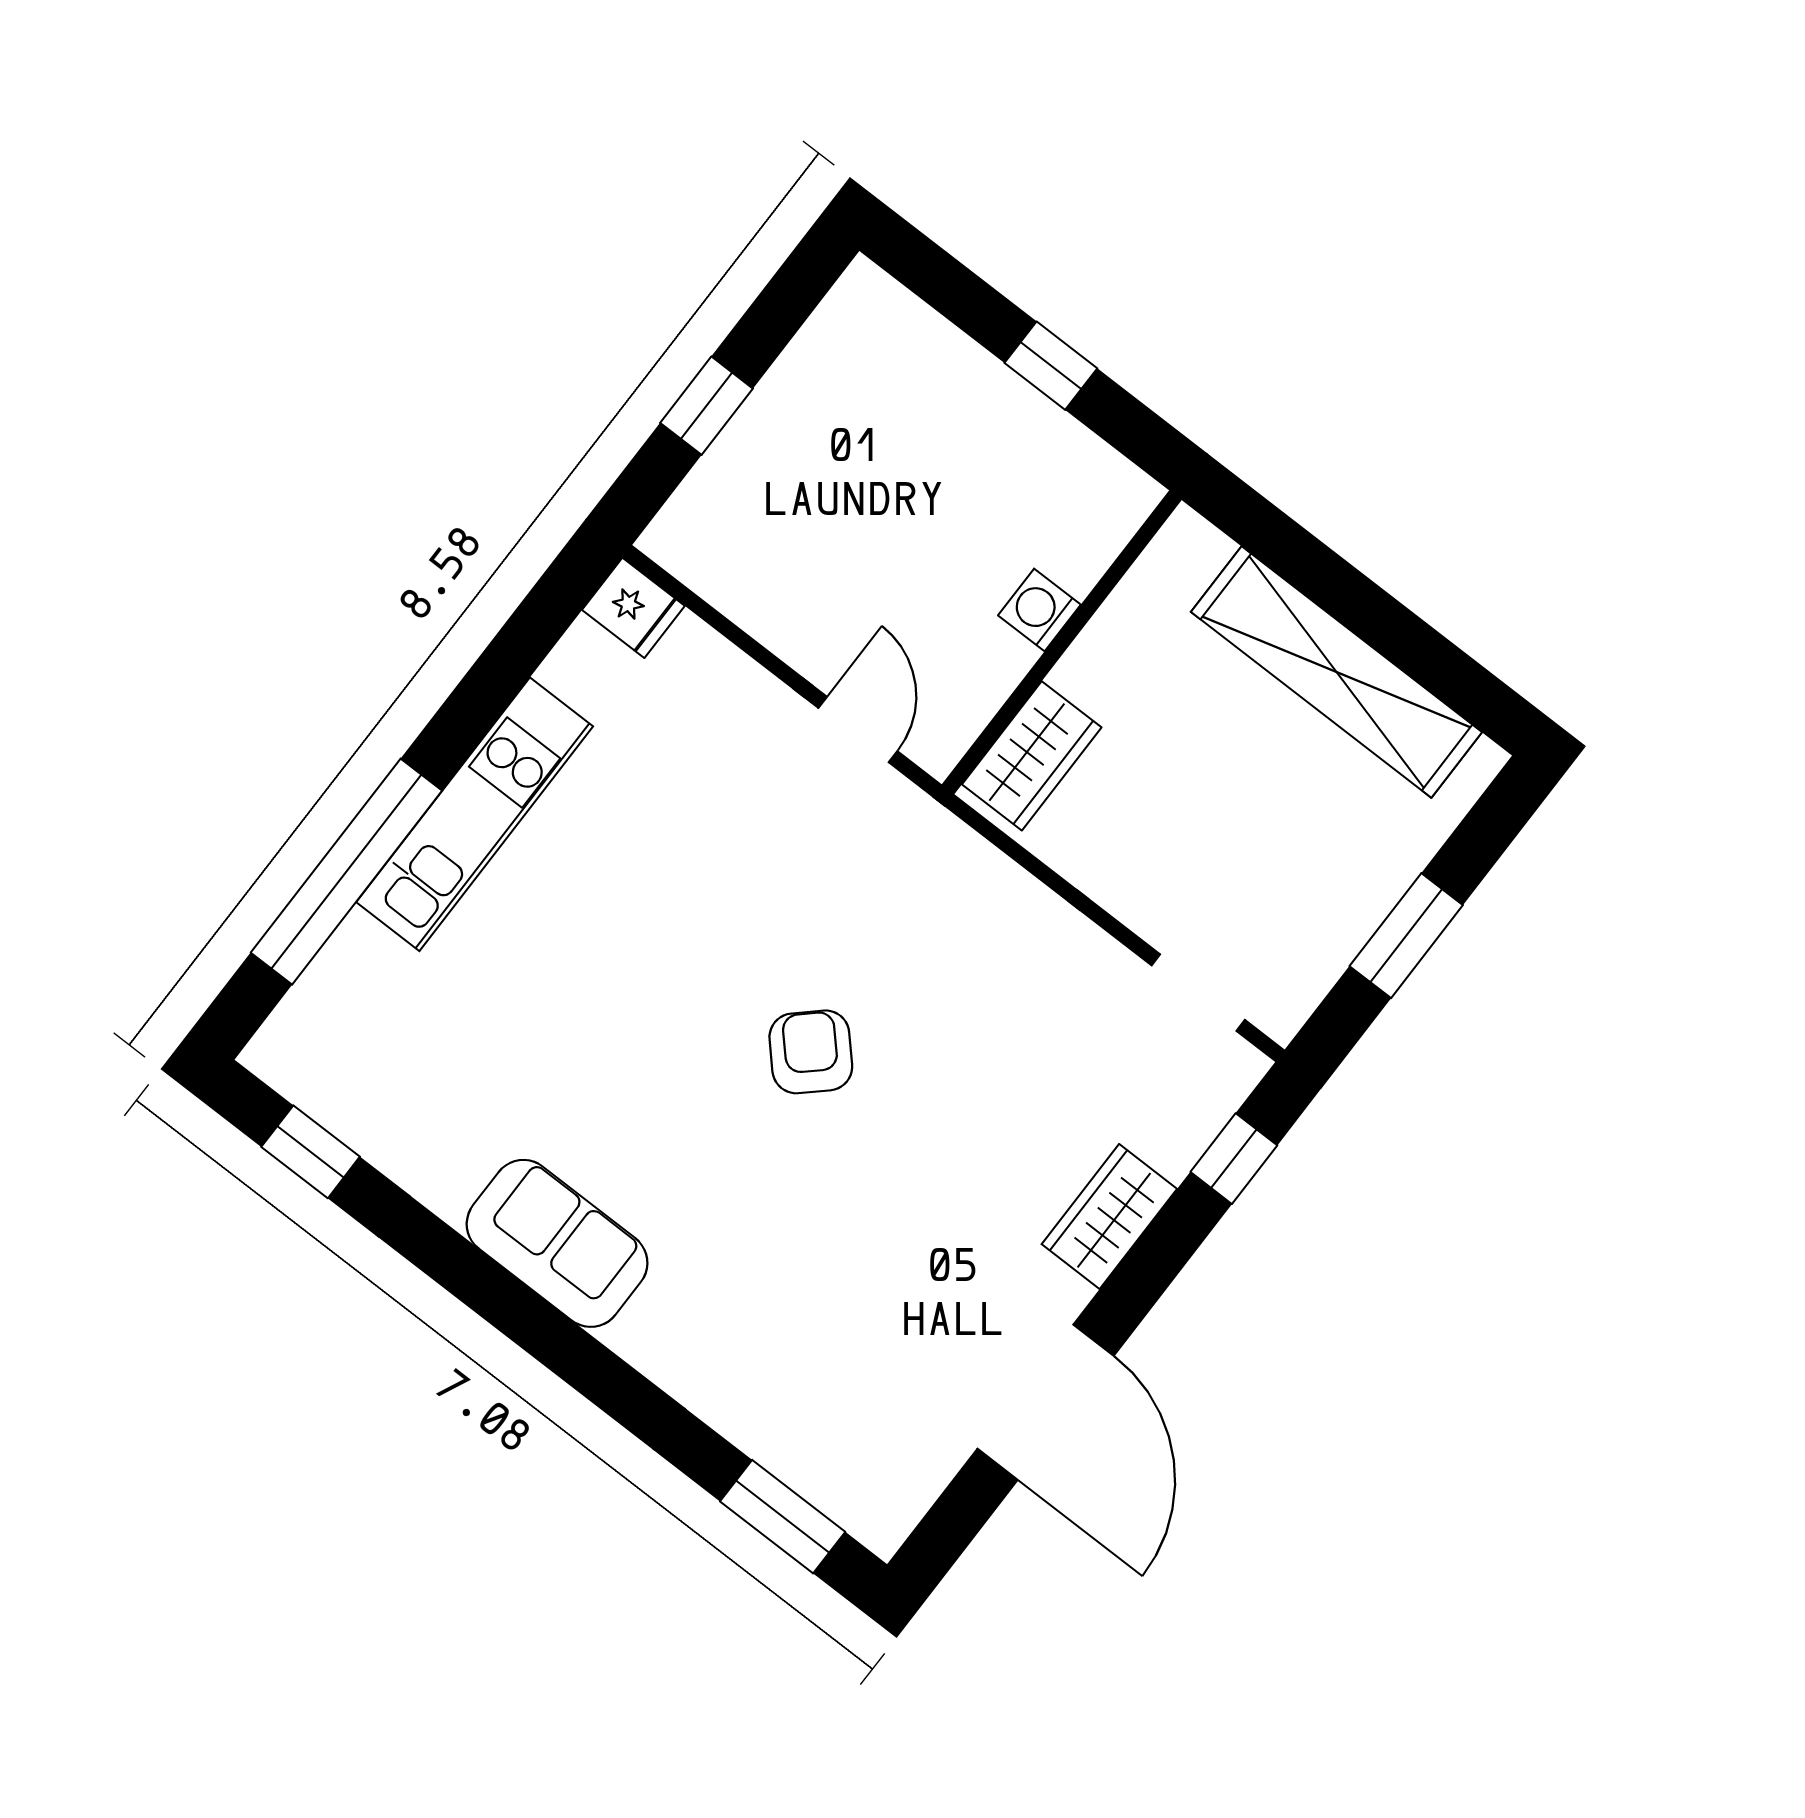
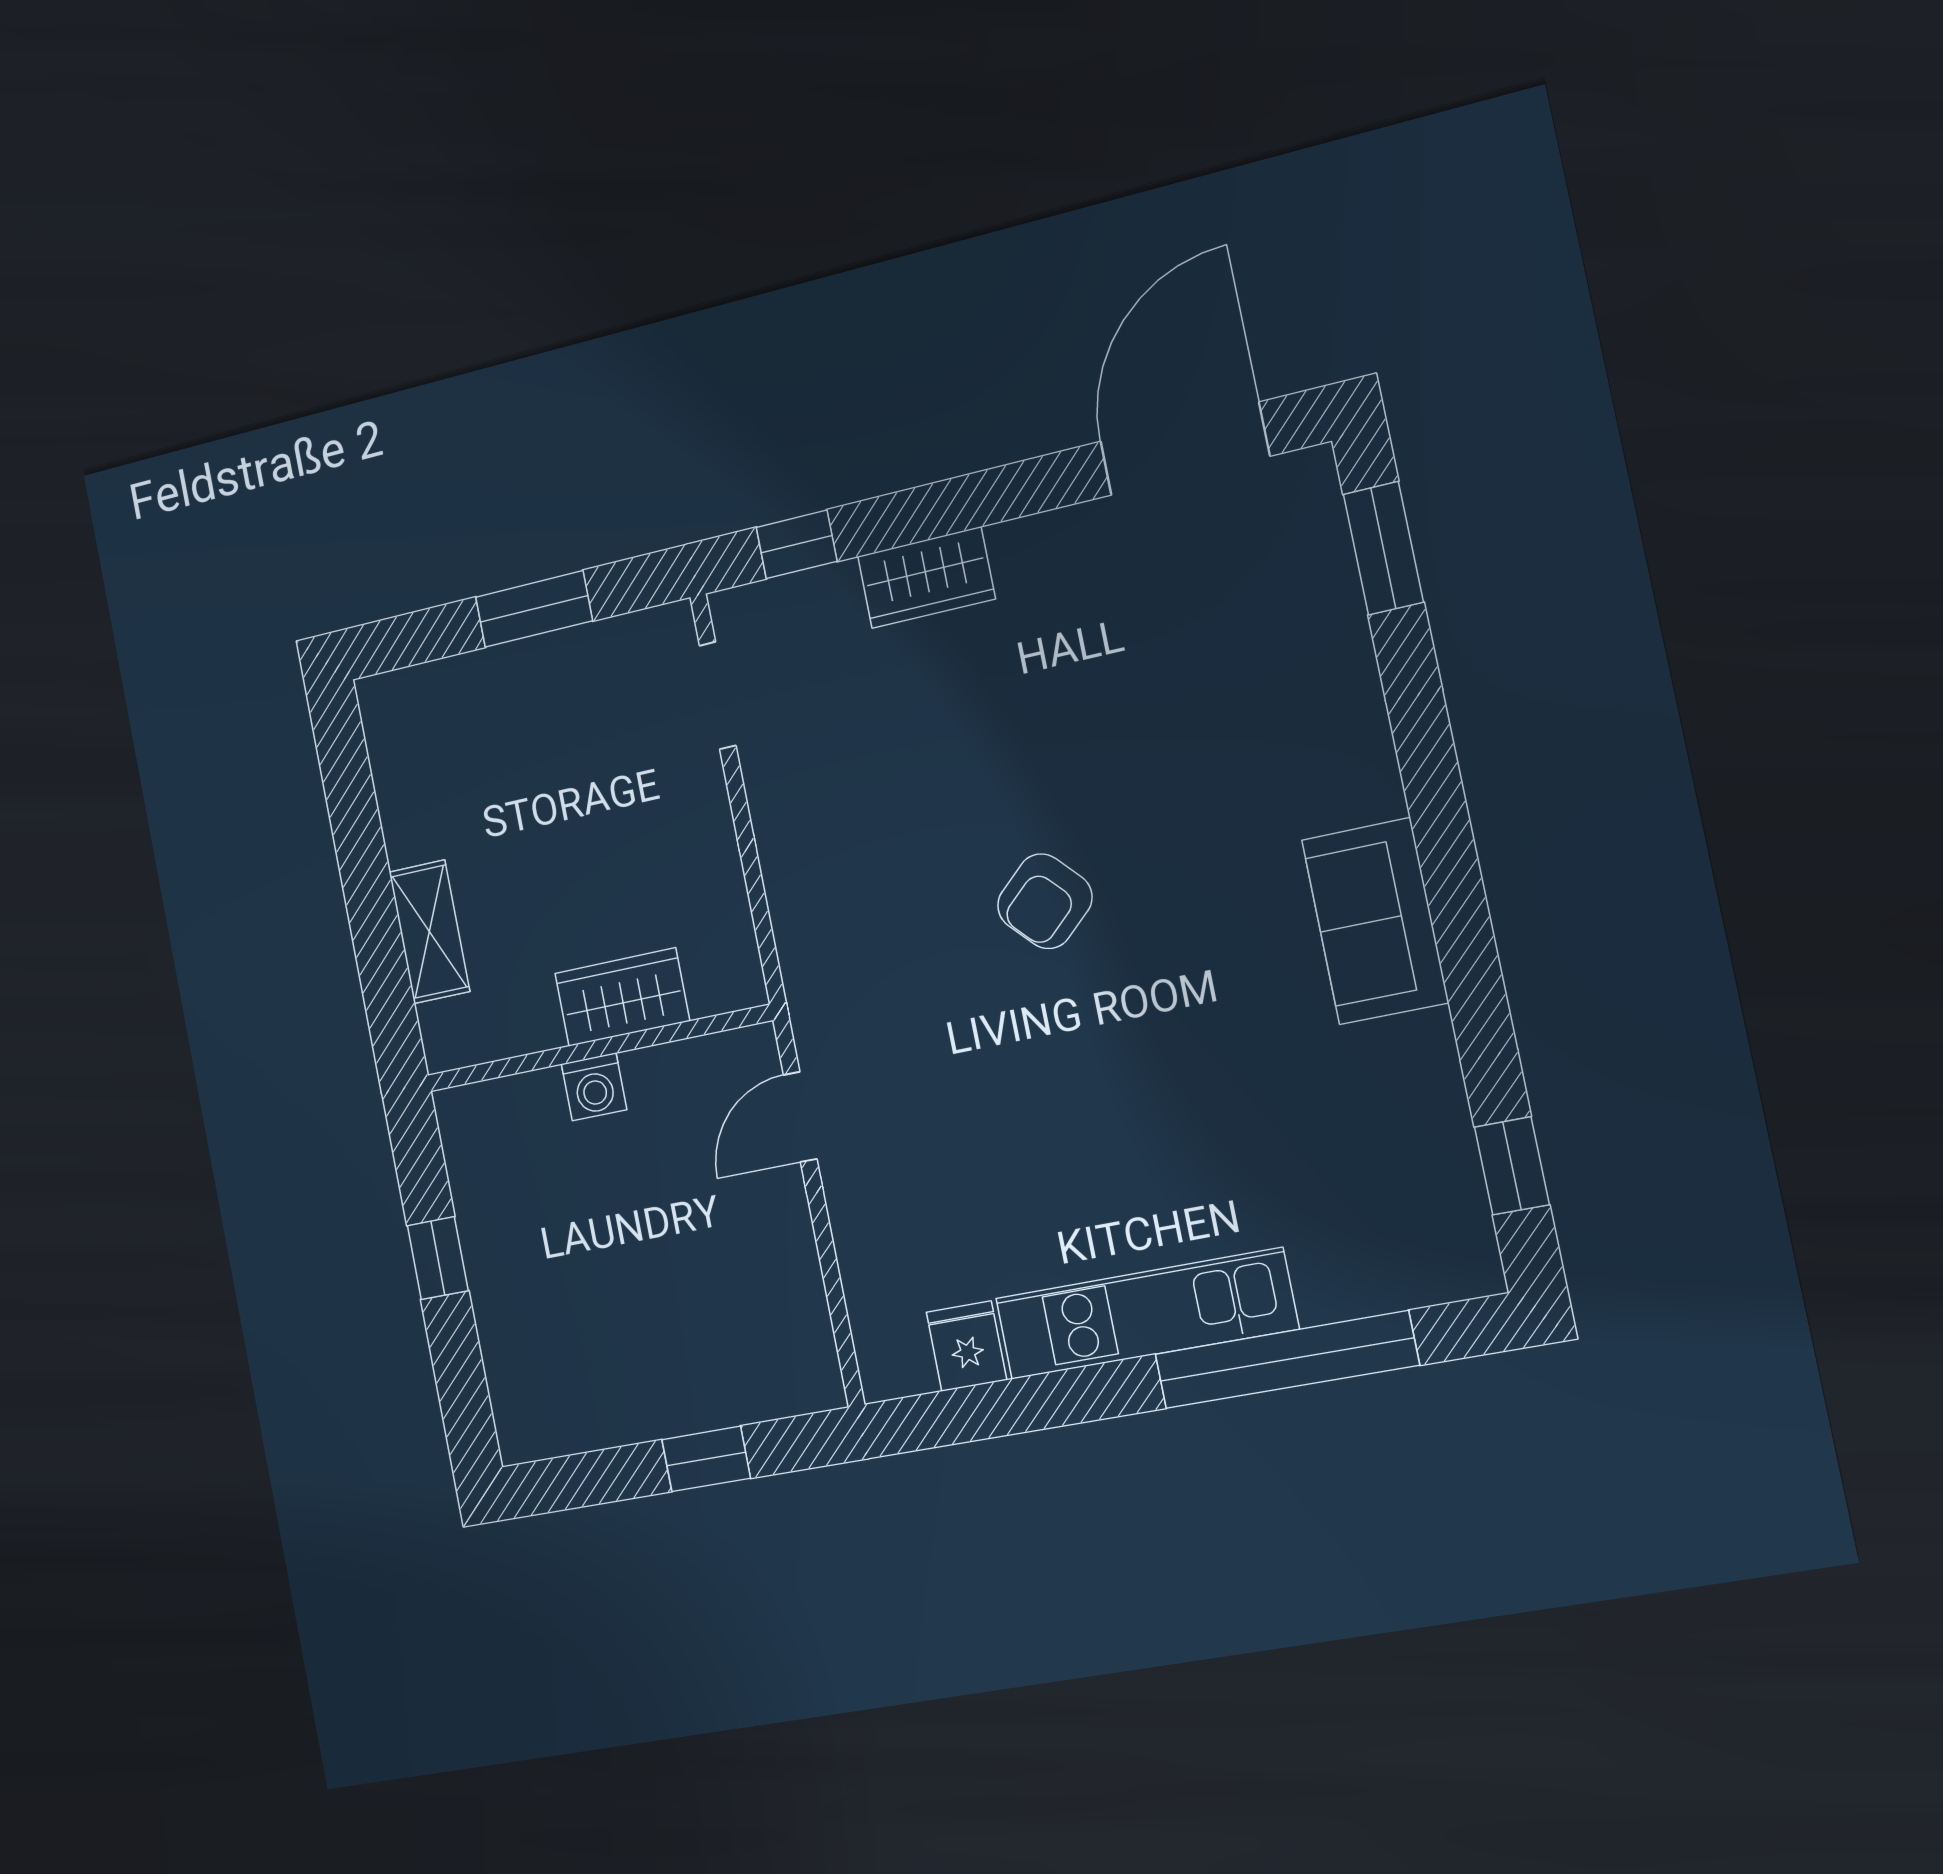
fridge: (633, 608) -> (966, 1346), moved
shelving: (1336, 672) -> (429, 932), width x0.45, depth x0.75
wardrobe: (1032, 756) -> (622, 997), moved
door: (1046, 1402) -> (1185, 449), moved

